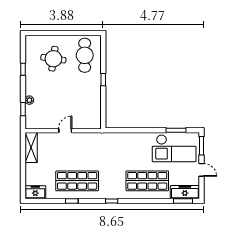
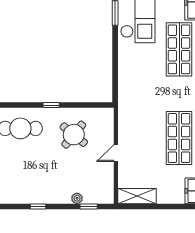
round table: (53, 59) -> (74, 135), moved, turned 31
door: (65, 131) -> (116, 153), hinge flipped

